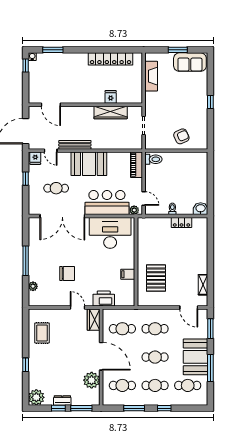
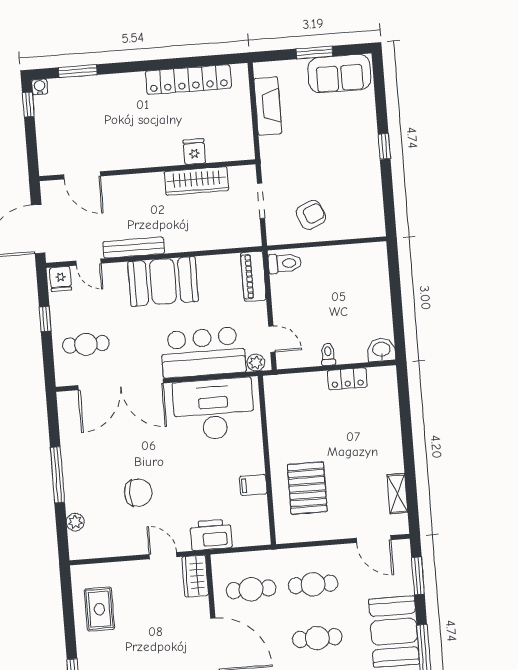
armchair: (181, 136) -> (311, 215), moved
cafe table: (56, 188) -> (86, 344), moved

